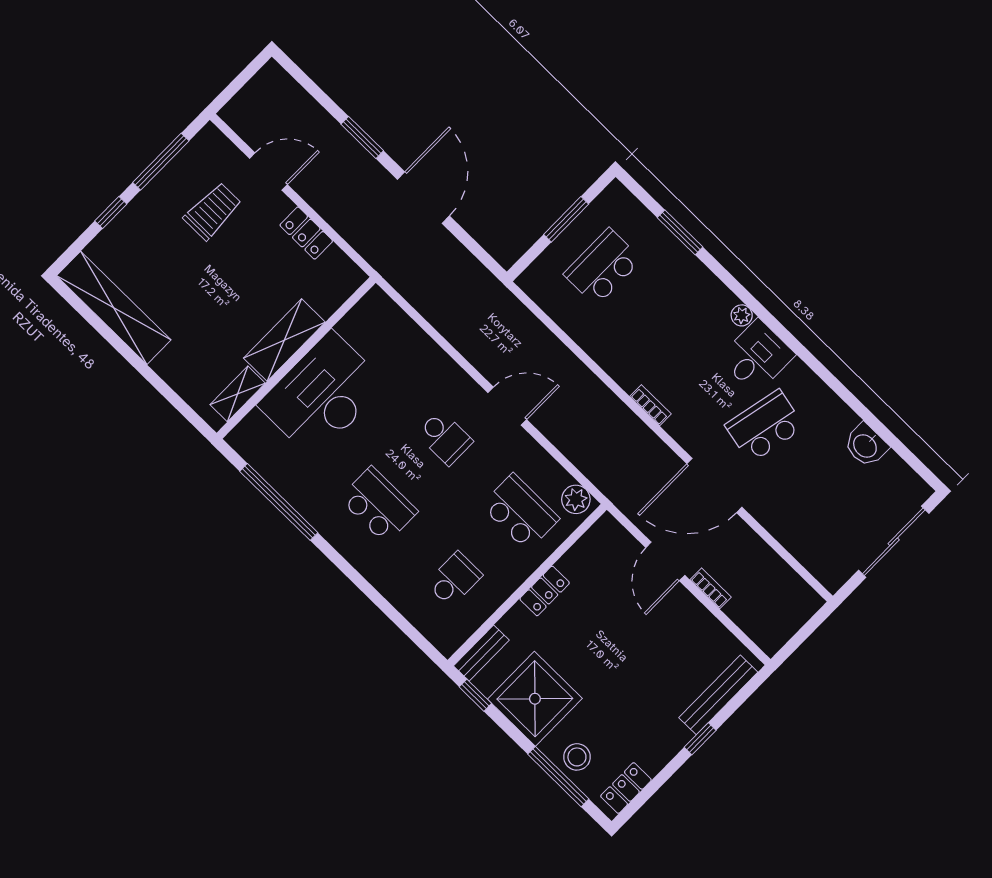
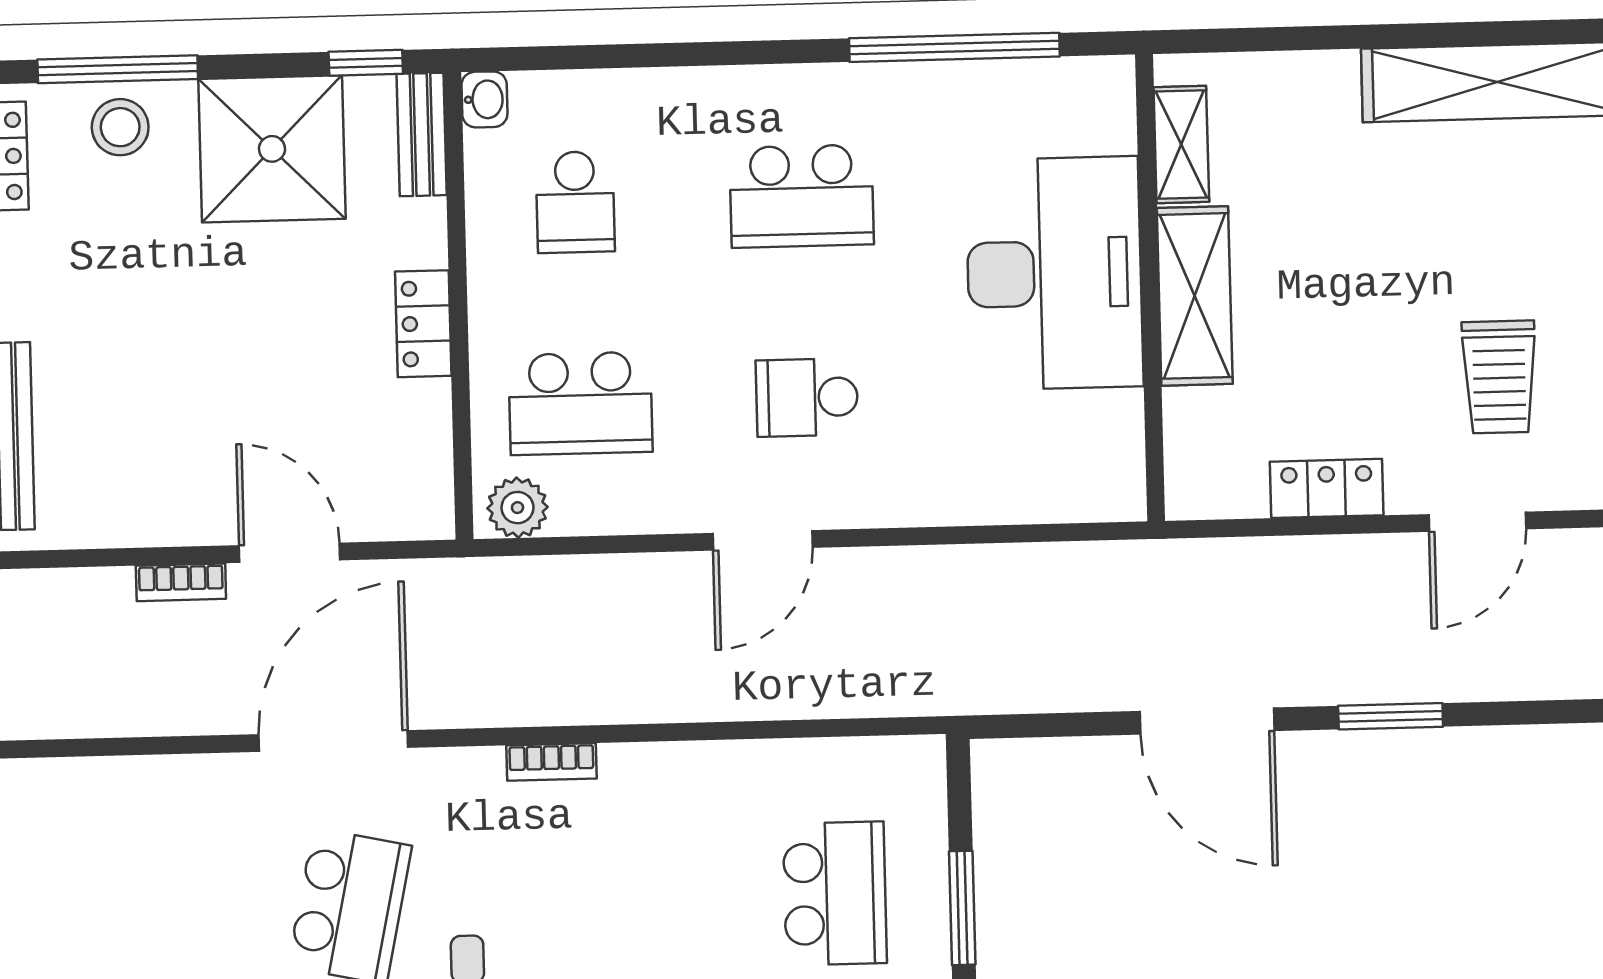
washbasin: (449, 643) -> (484, 99), added

